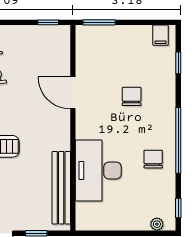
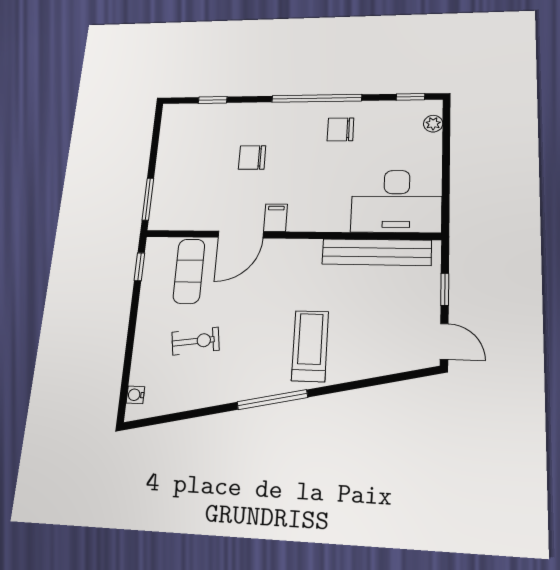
filing cabinet: (161, 35) -> (276, 218), moved, turned -90
exercise mat: (46, 59) -> (189, 271), added
desk: (98, 171) -> (396, 201), moved

